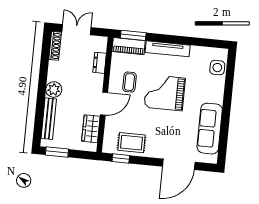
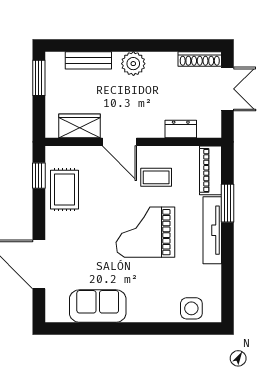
window: (133, 35) -> (228, 203), moved
grand piano: (165, 93) -> (145, 232), turned -90
bench: (49, 119) -> (88, 60), width x0.73
sofa: (210, 129) -> (98, 306), width x0.73

